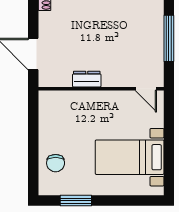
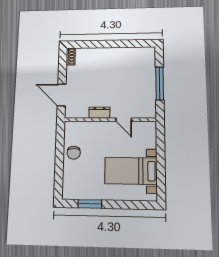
door: (146, 89) -> (124, 120), moved
chair: (56, 163) -> (74, 153), moved

